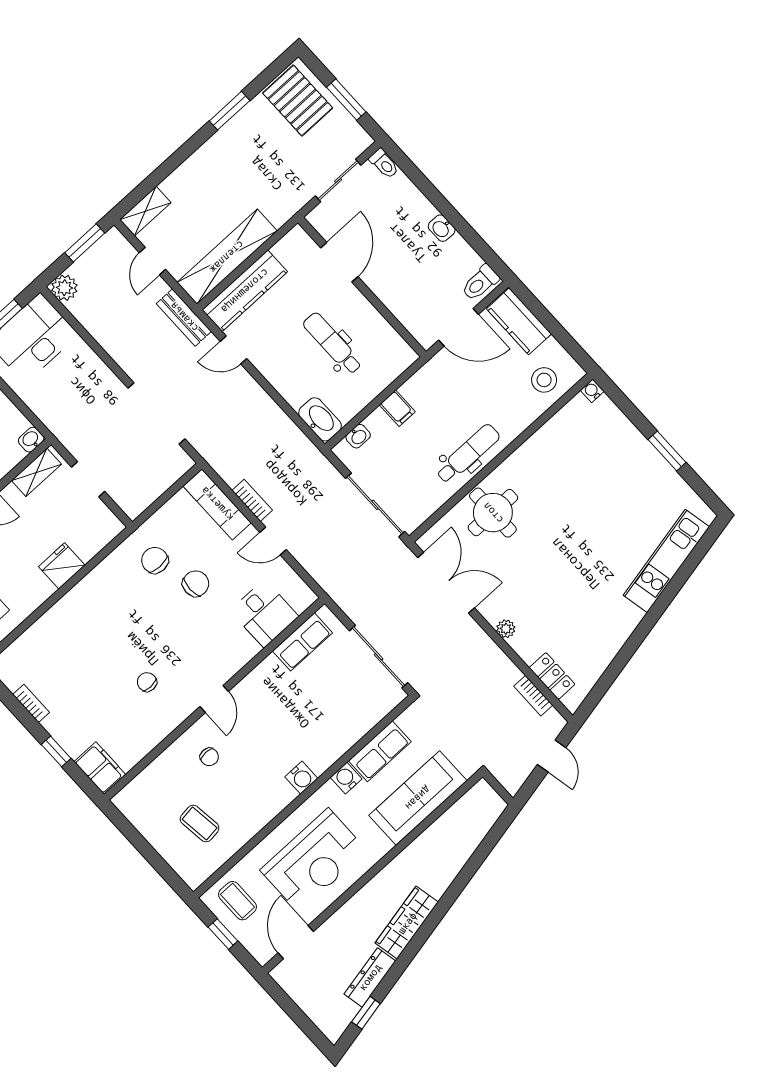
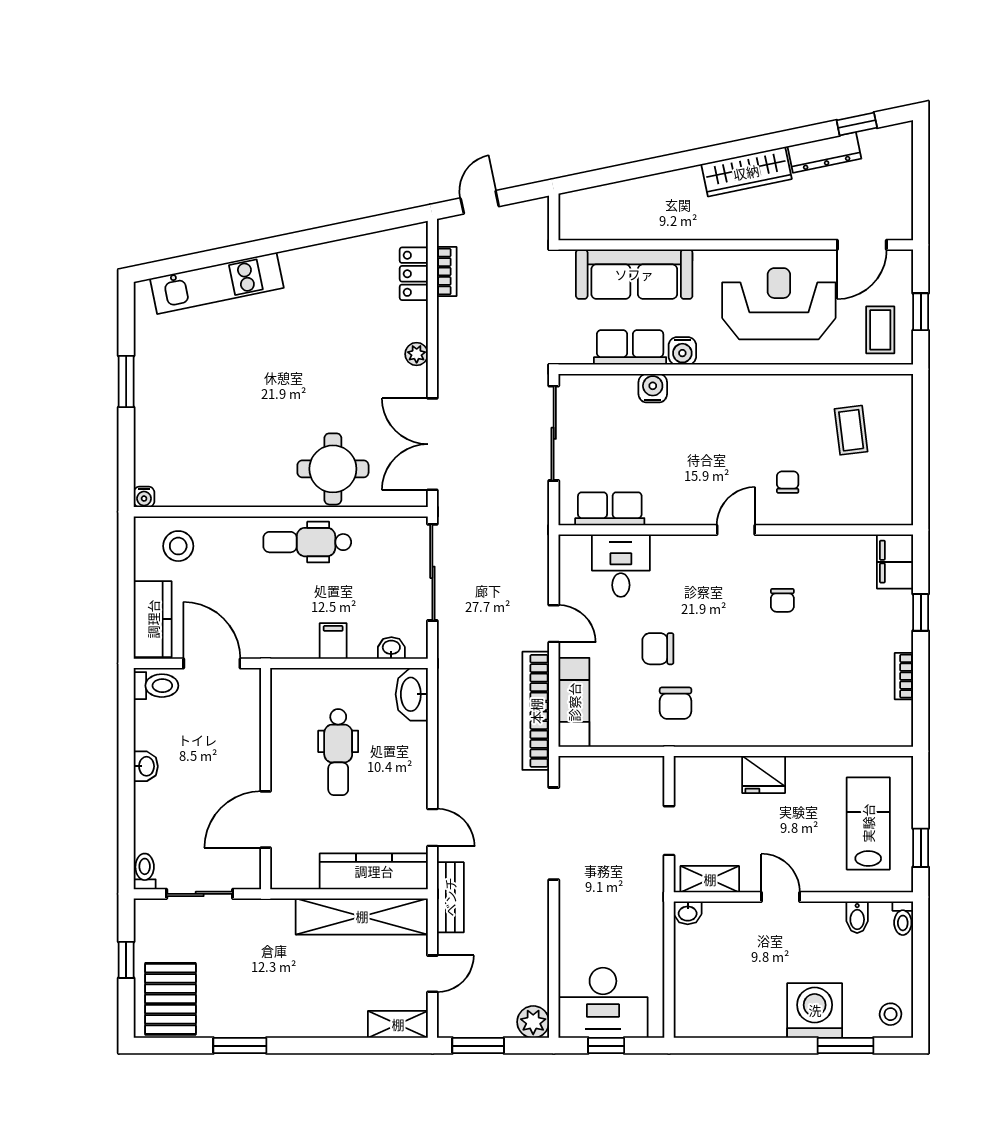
window: (346, 100) -> (126, 960), width x0.67
bookcase: (252, 500) -> (536, 711), width x2.31, depth x1.31
water cooler: (301, 778) -> (653, 388), moved

